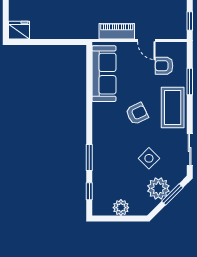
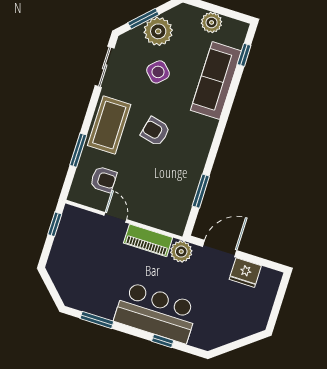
fridge: (19, 30) -> (245, 273), moved
plant: (90, 31) -> (181, 252), added
door: (62, 42) -> (220, 249), added
sofa: (104, 74) -> (216, 81), moved
armchair: (137, 114) -> (155, 131), turned 39
window: (89, 157) -> (201, 191), moved

